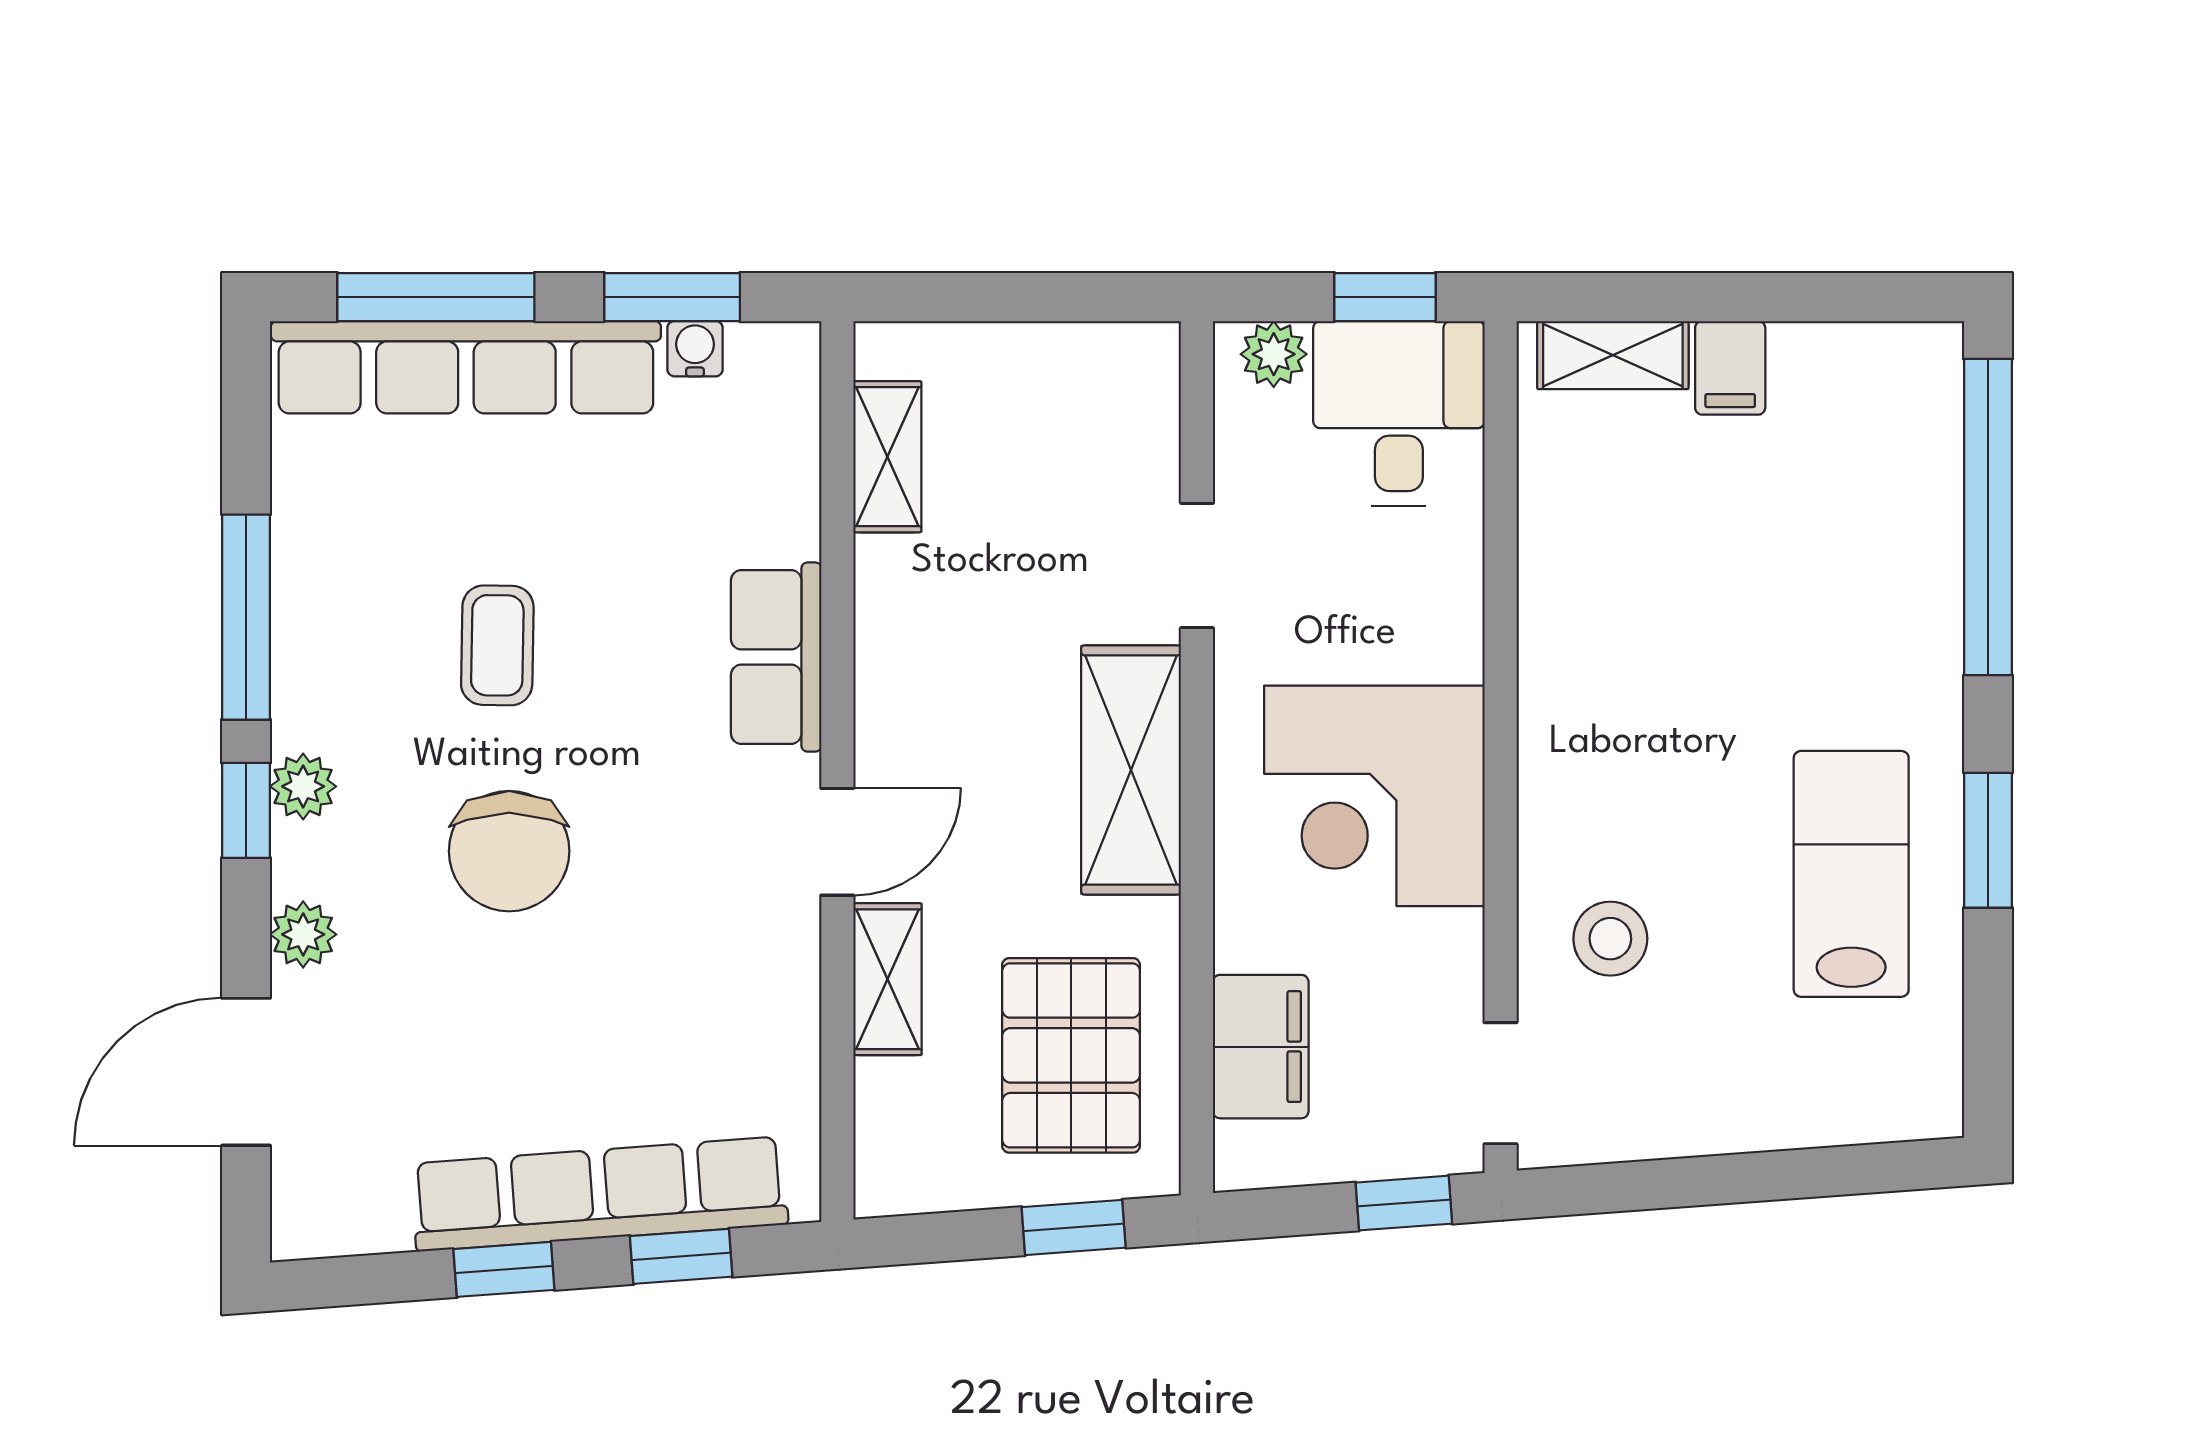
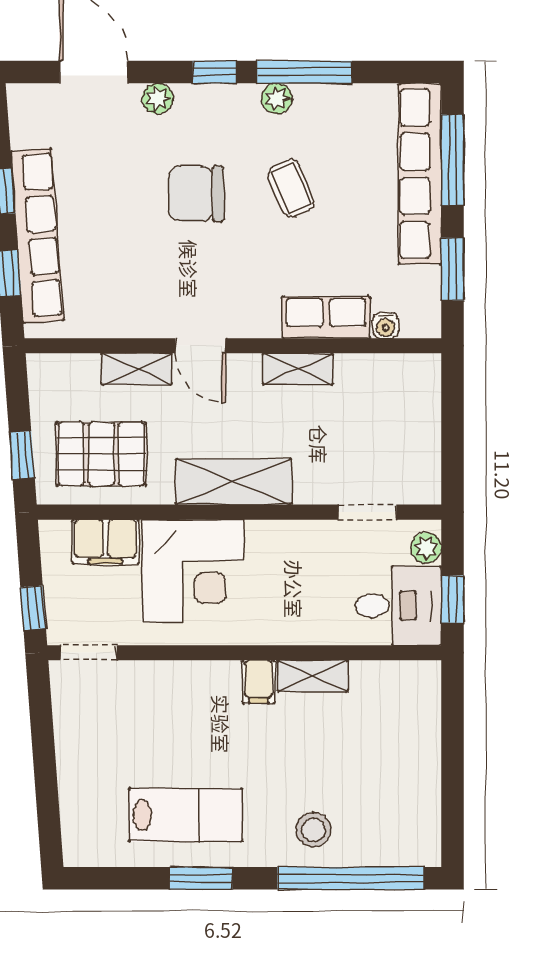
water cooler: (695, 349) -> (386, 325), moved, turned 90
shelving: (1613, 355) -> (313, 676), moved, turned 90
filing cabinet: (1730, 368) -> (259, 682), moved, turned -90
shelving: (887, 457) -> (298, 369), moved
doorway: (1197, 566) -> (367, 512), moved
coffee table: (497, 645) -> (291, 188), turned 67
row of seats: (776, 657) -> (326, 317), moved
plant: (303, 786) -> (277, 98), moved
corner desk: (1374, 796) -> (193, 571), moved, turned 180
stool: (1610, 939) -> (313, 830), moved

